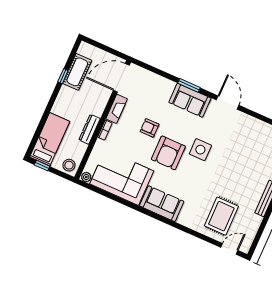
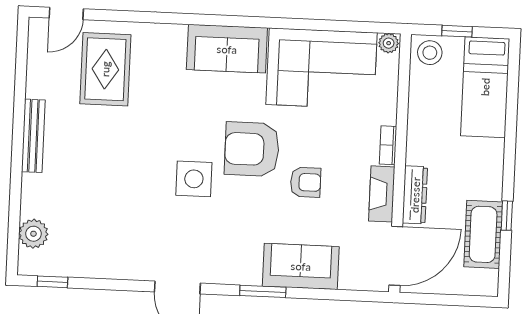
sofa: (190, 100) -> (301, 266), moved
dresser: (89, 129) -> (415, 195), moved
armchair: (168, 153) -> (252, 149), turned -90
window: (42, 166) -> (457, 31), moved

